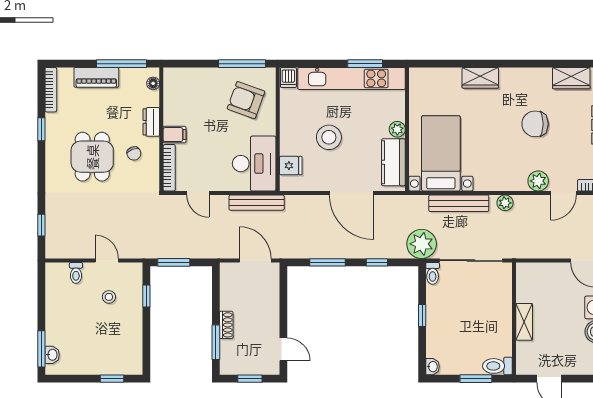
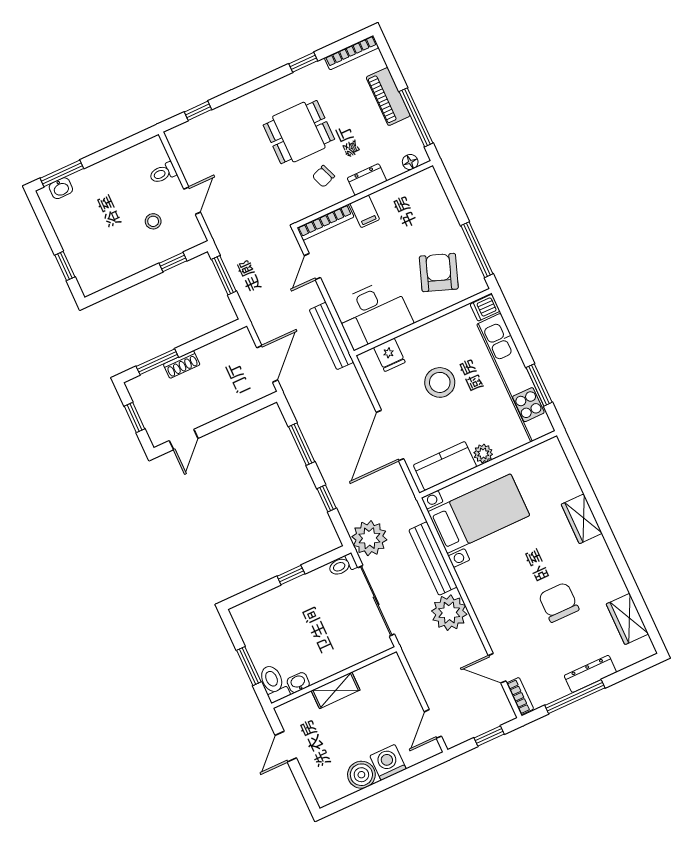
plant: (538, 181) -> (498, 634), removed
plant: (505, 203) -> (449, 613), width x1.88, depth x1.88
washbasin: (433, 367) -> (298, 683), moved, turned 180

